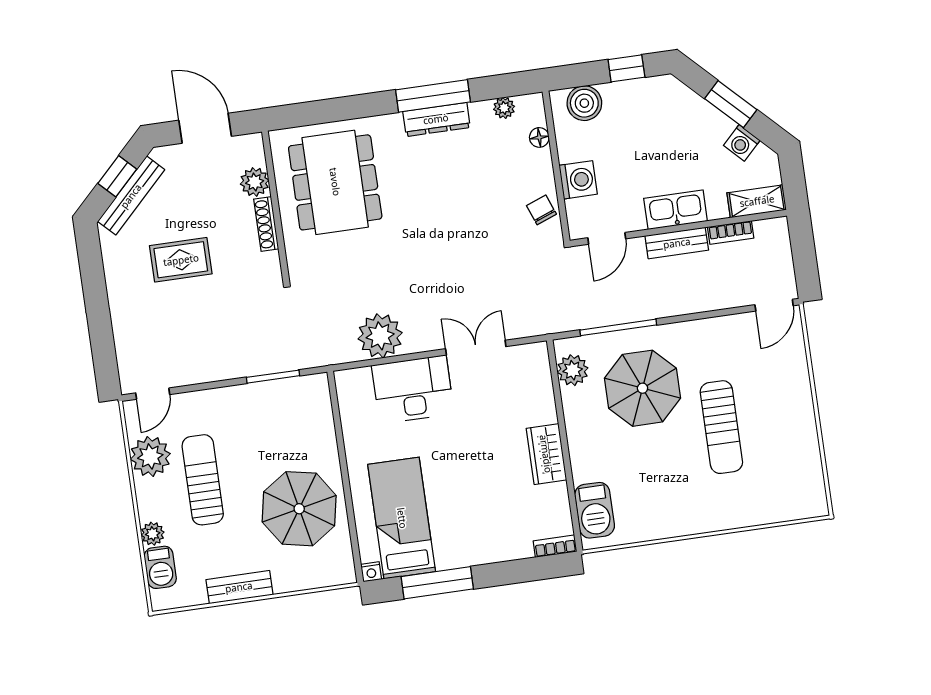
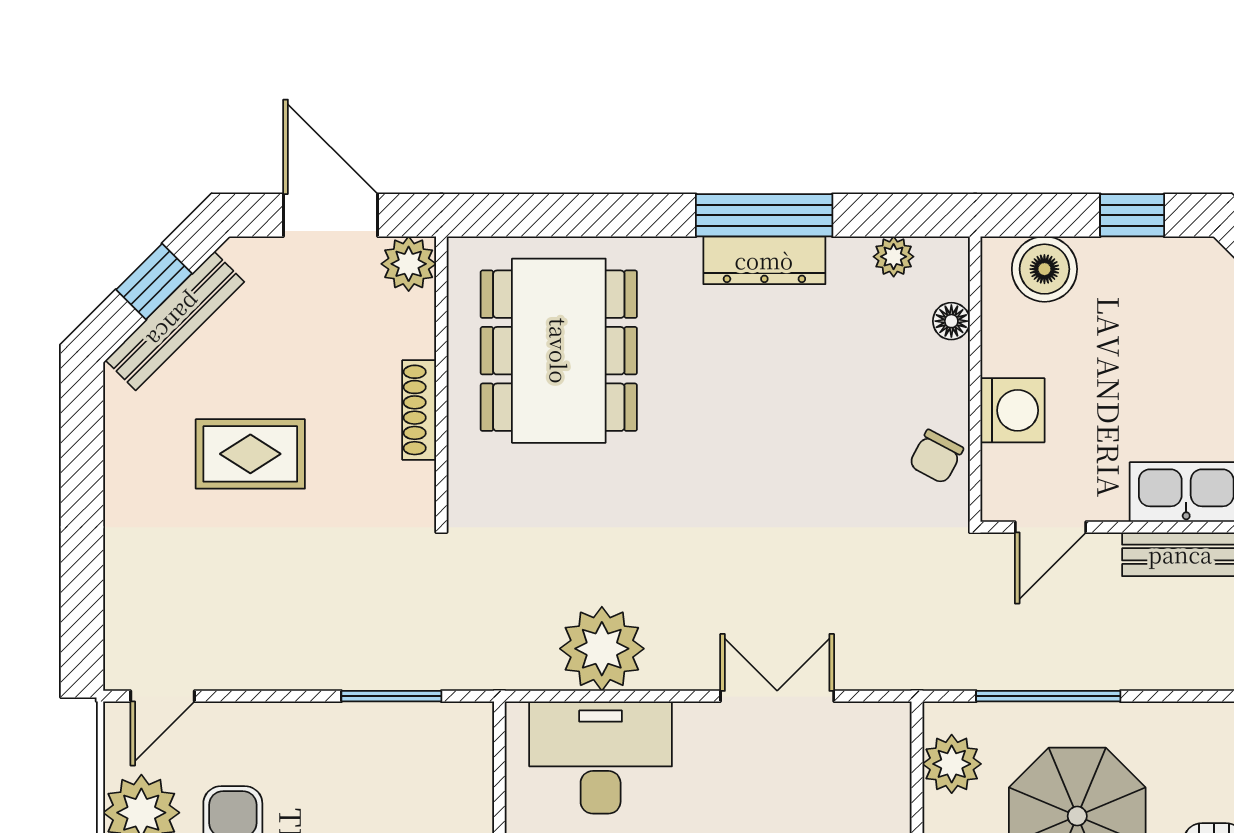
plant: (255, 182) -> (409, 264), moved
chair: (541, 210) -> (936, 457), turned -131
desk: (413, 390) -> (601, 758), moved

